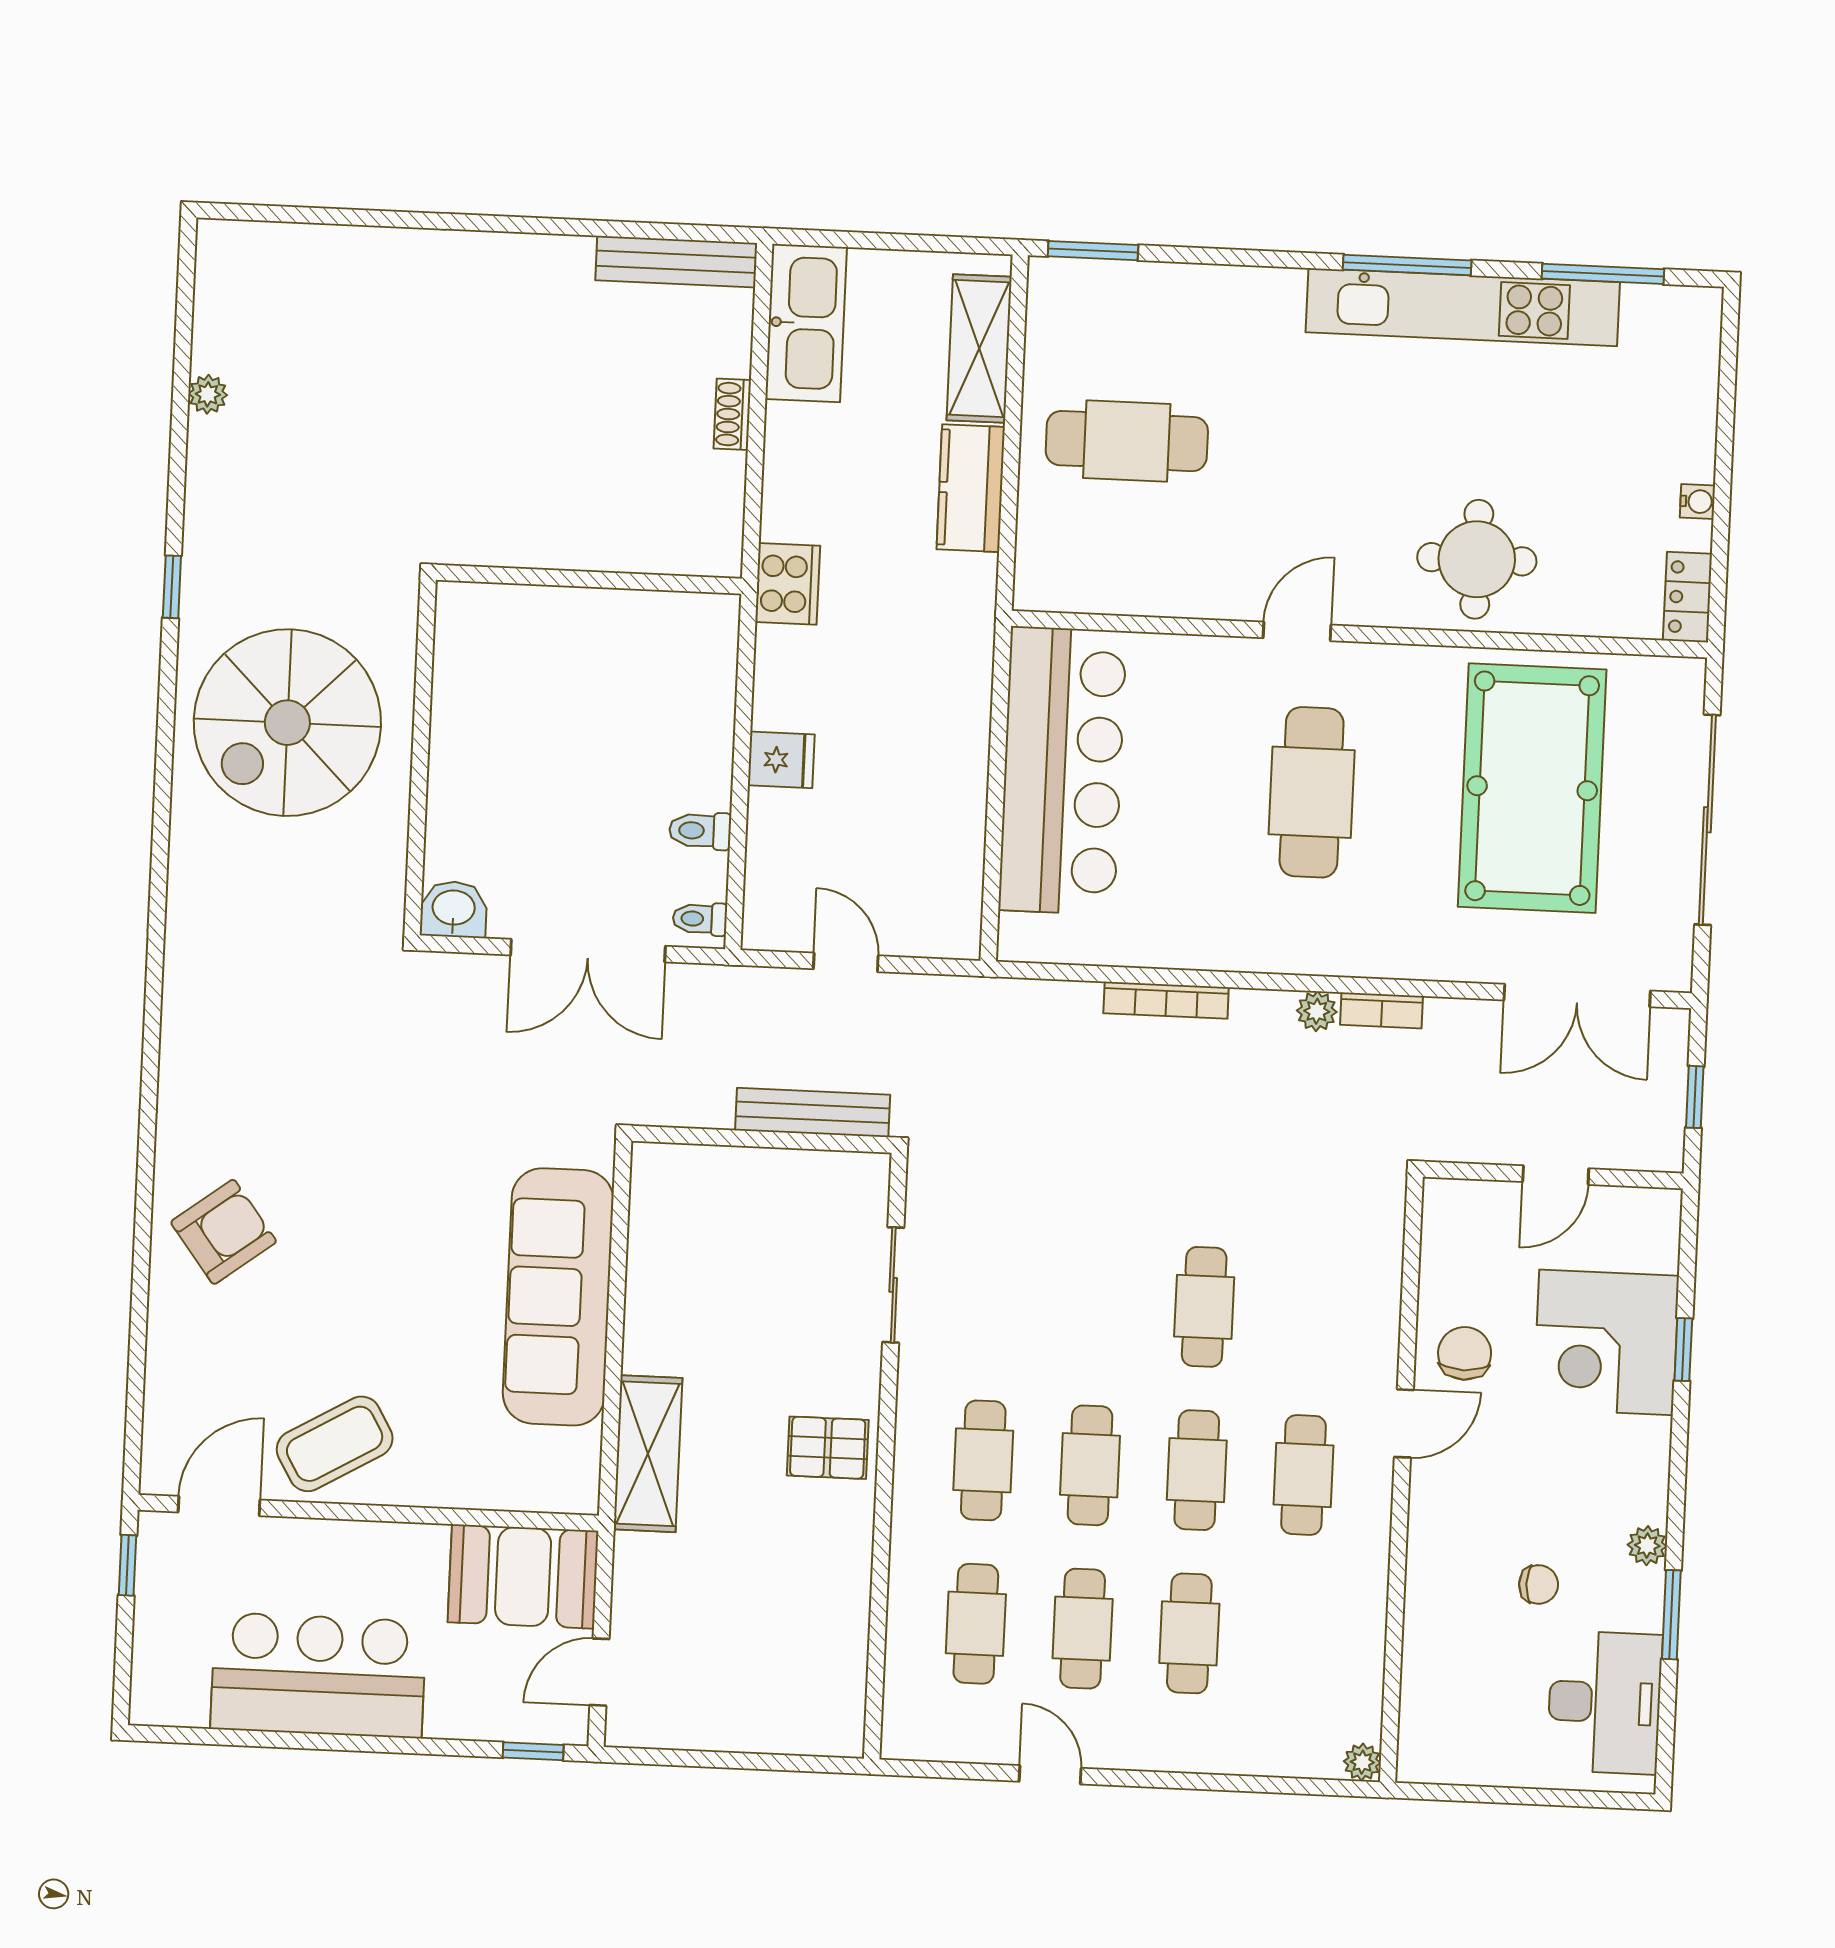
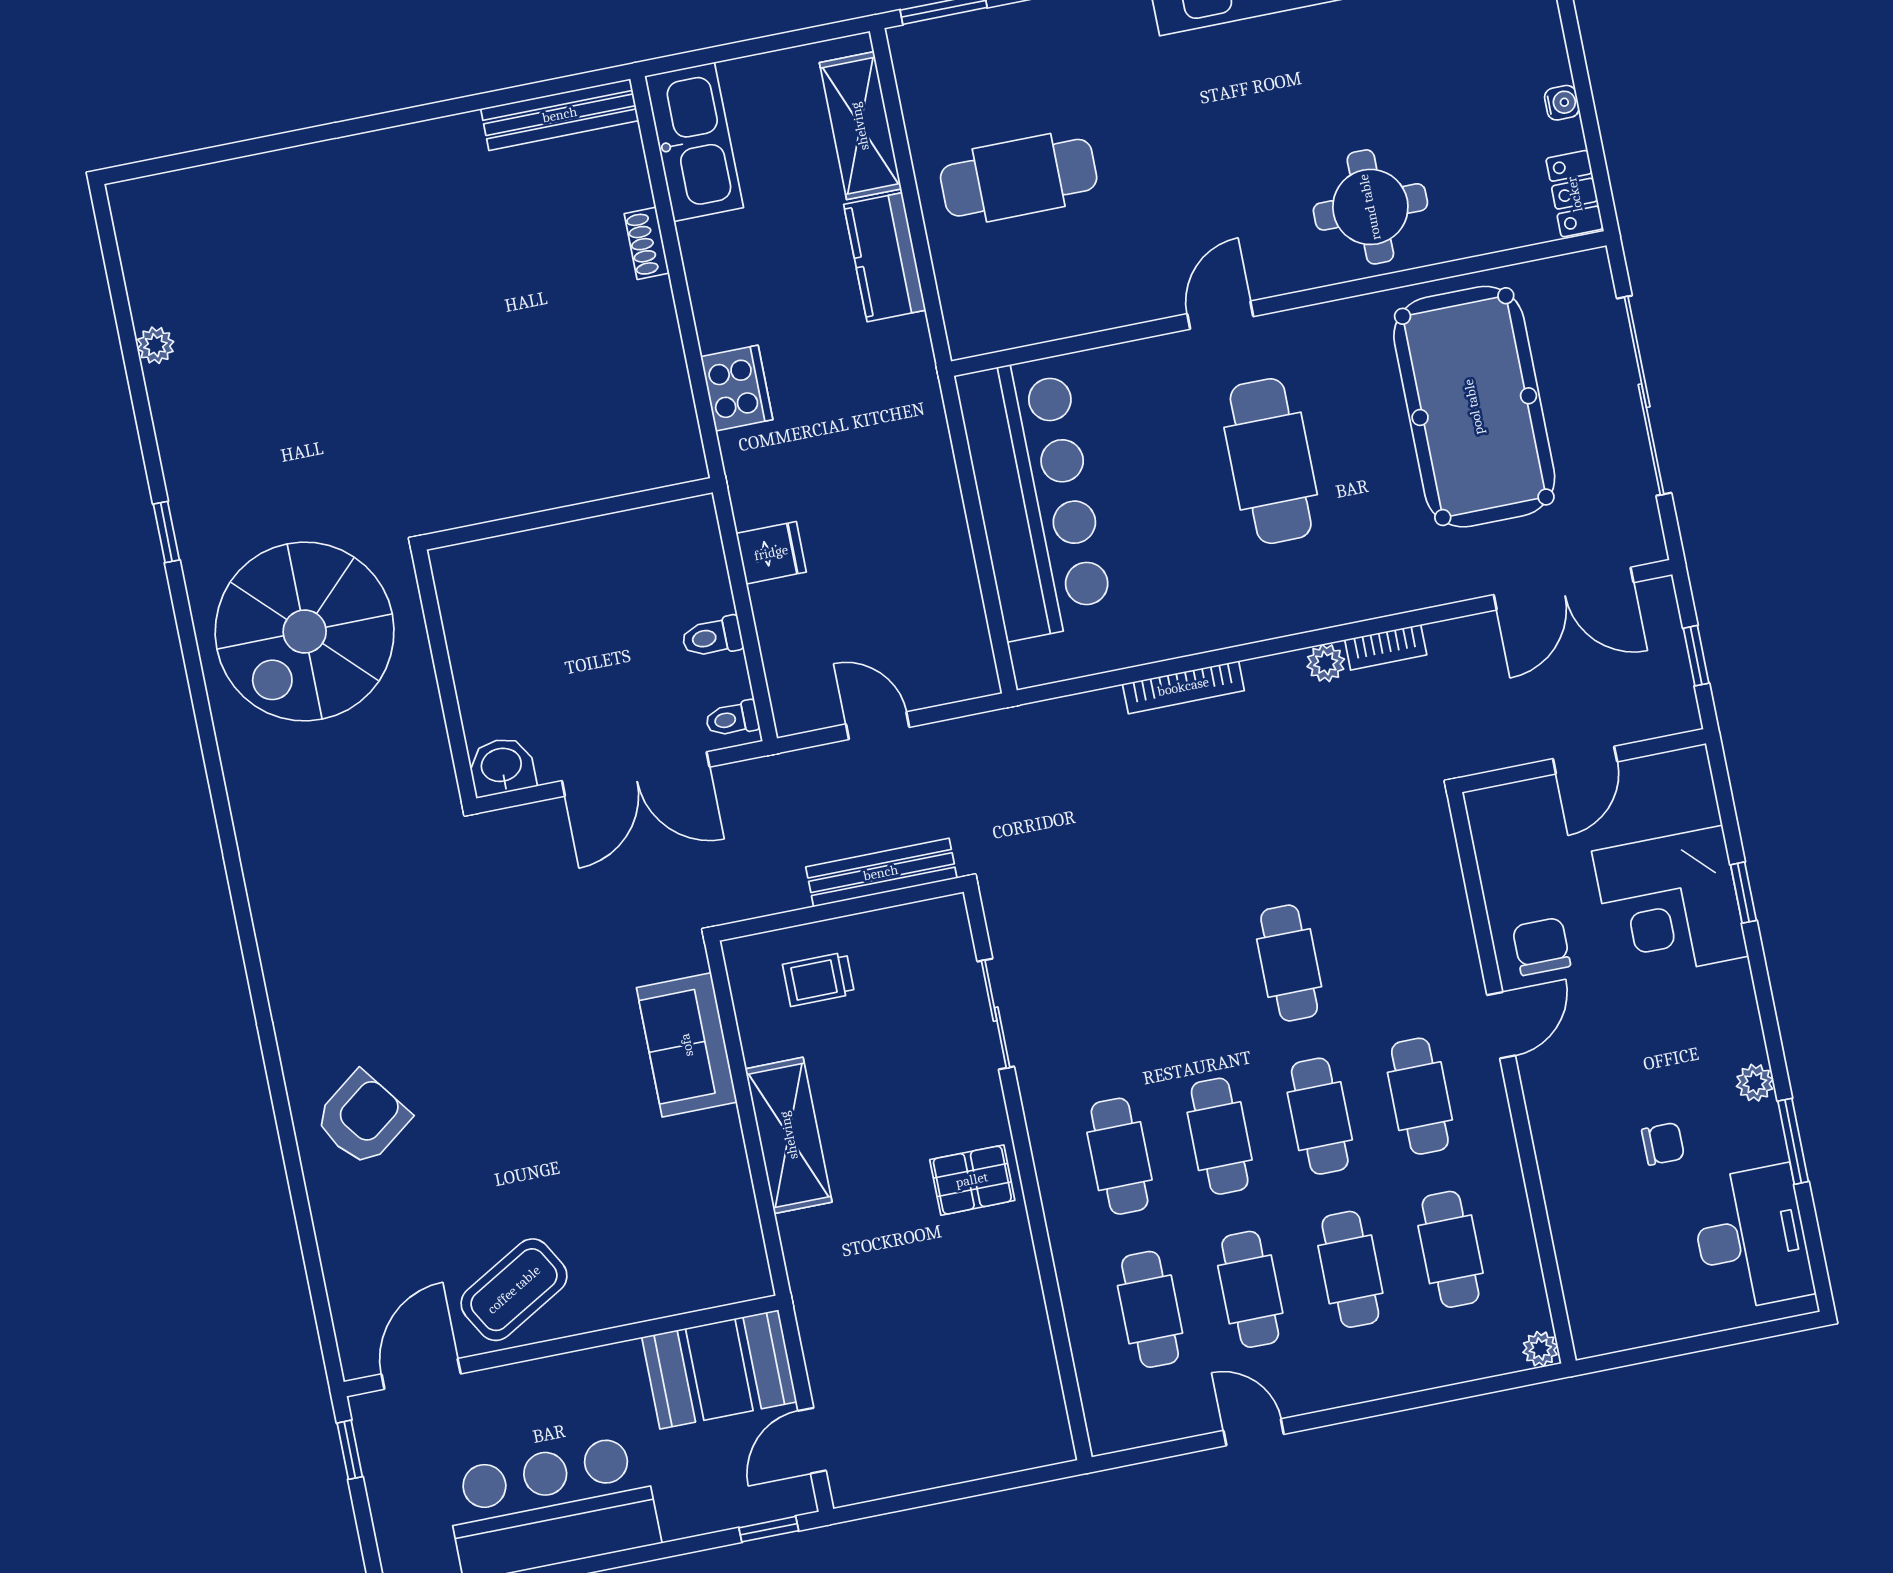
wall: (589, 579) -> (568, 514), moved
trolley: (722, 1205) -> (818, 979), added
sofa: (558, 1297) -> (687, 1045), width x0.54, depth x0.79
shelving: (648, 1454) -> (789, 1135), moved
cafe table: (1296, 1638) -> (1451, 1249), added

